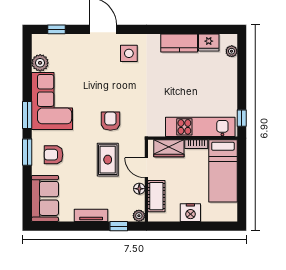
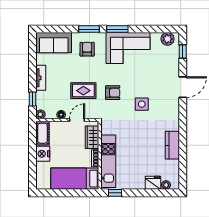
fridge: (209, 42) -> (153, 183), moved, turned 90
side table: (129, 53) -> (142, 104), moved
plant: (40, 63) -> (168, 39), moved
cot: (156, 196) -> (43, 133), moved, turned 90

